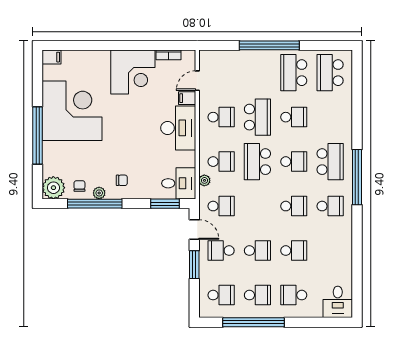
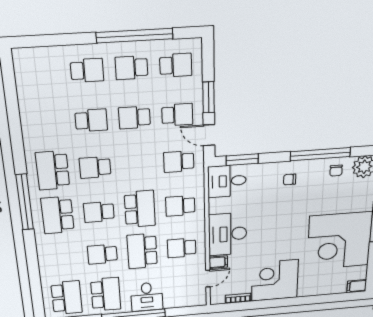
plant: (204, 180) -> (198, 186), removed
plant: (99, 193) -> (315, 165), removed
school desk: (330, 206) -> (53, 170), width x1.85
school desk: (294, 251) -> (91, 120), turned 180
school desk: (221, 295) -> (176, 65), turned 180
desk: (338, 302) -> (147, 297), moved, turned 180

